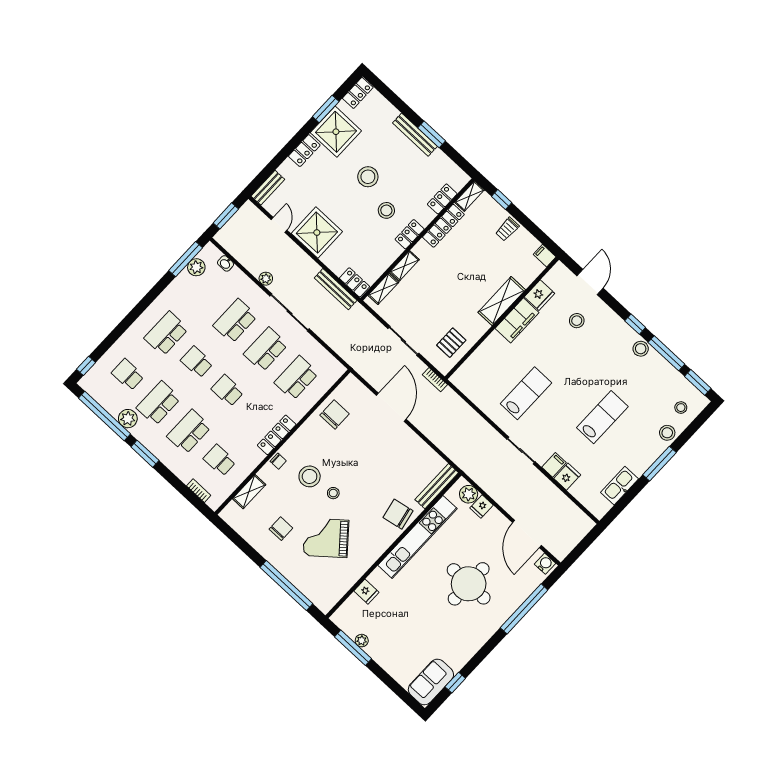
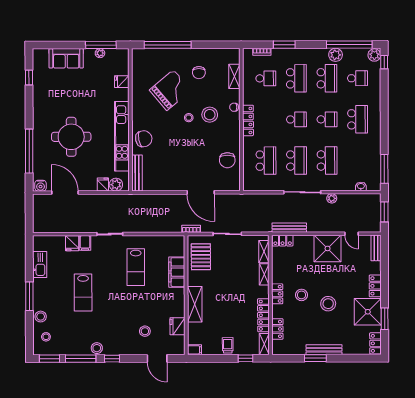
plant: (196, 267) -> (374, 55), moved
filing cabinet: (517, 320) -> (177, 272), moved
pallet: (451, 343) -> (201, 257), width x1.50, depth x1.42
window: (145, 454) -> (284, 45), moved
sofa: (431, 682) -> (66, 58), moved, turned 90

